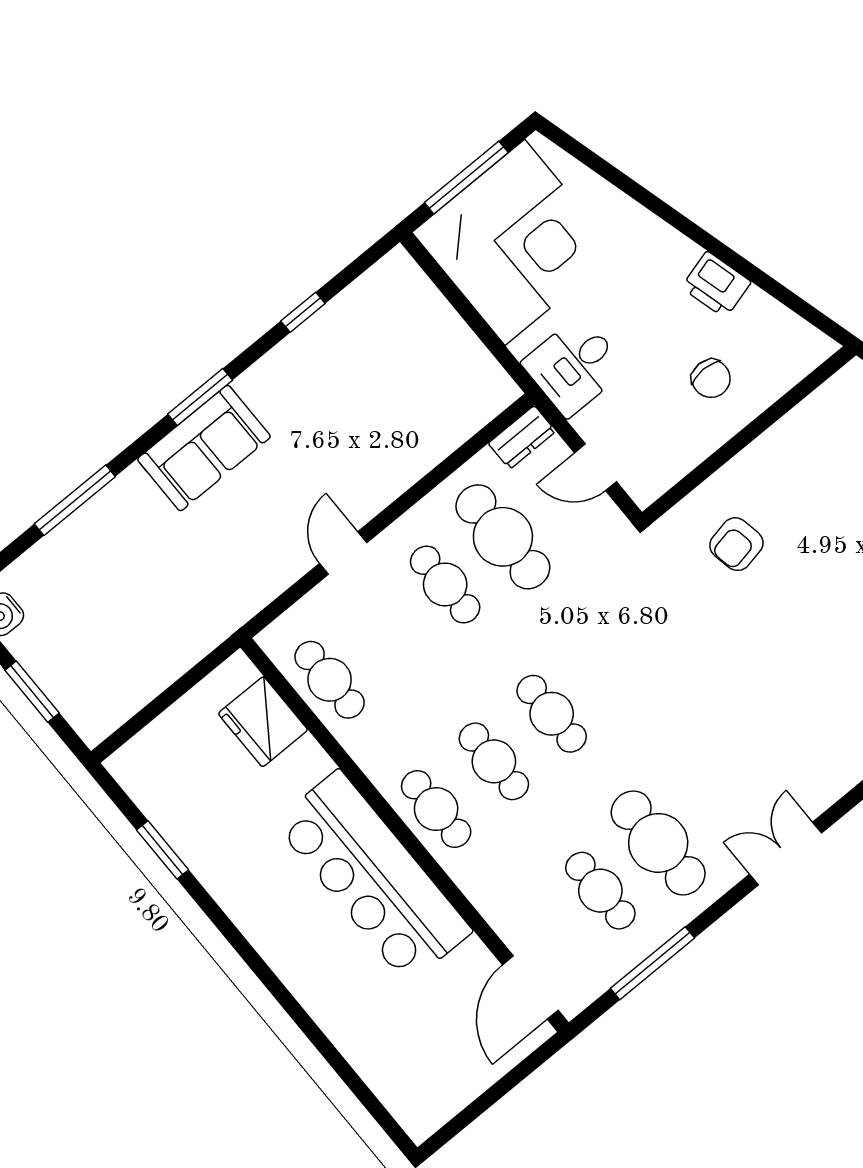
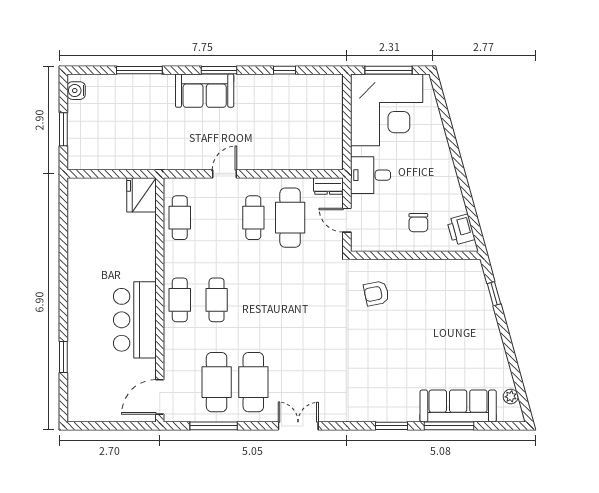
printer: (716, 285) -> (461, 230), moved
cafe table: (552, 714) -> (253, 300), removed
fridge: (263, 722) -> (141, 195), moved
window: (163, 850) -> (63, 357), moved
bar counter: (373, 877) -> (135, 320), width x0.73
cafe table: (600, 891) -> (217, 382), width x1.37, depth x1.35

